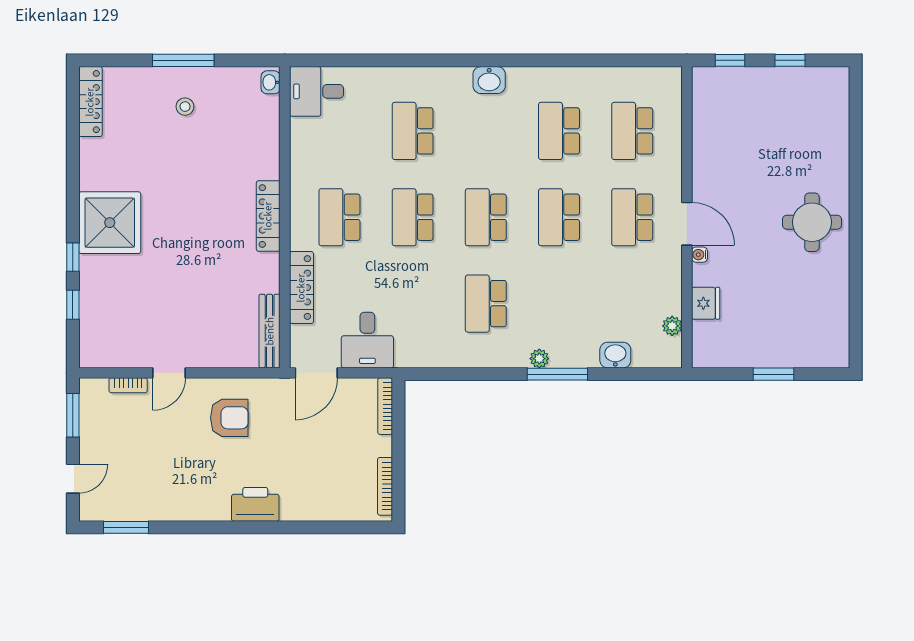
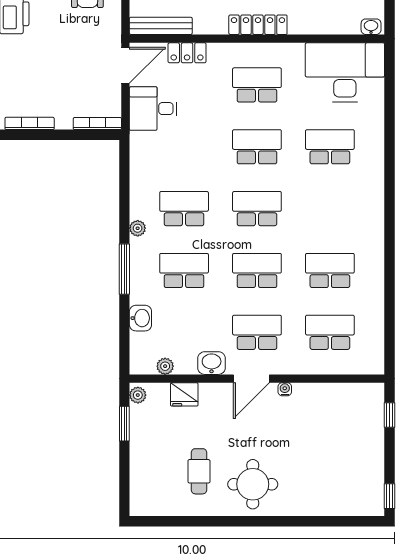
window: (790, 60) -> (389, 496), moved
washbasin: (489, 80) -> (212, 363), moved, turned 90
desk: (316, 91) -> (345, 72), width x1.87, depth x1.30
water cooler: (700, 255) -> (285, 389), moved
cafe table: (797, 286) -> (199, 471), added
locker: (301, 288) -> (187, 53), width x0.66
school desk: (559, 304) -> (184, 270), added
plant: (706, 358) -> (138, 395), added
plant: (539, 359) -> (138, 228), moved
door: (316, 373) -> (125, 65), swing flipped
window: (774, 374) -> (124, 424), moved

